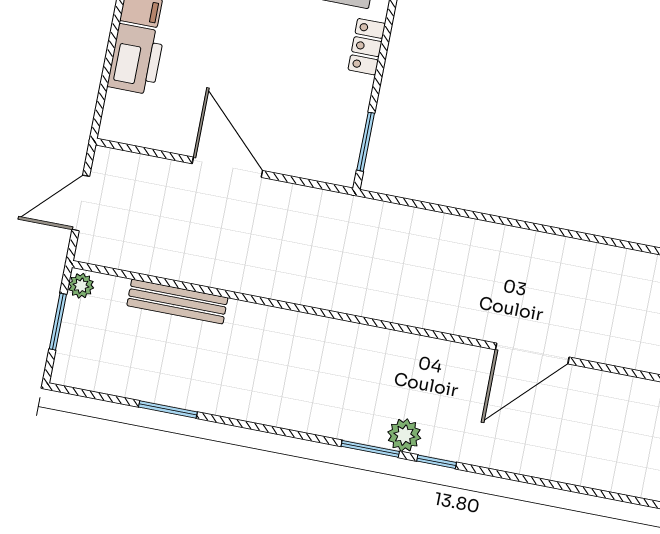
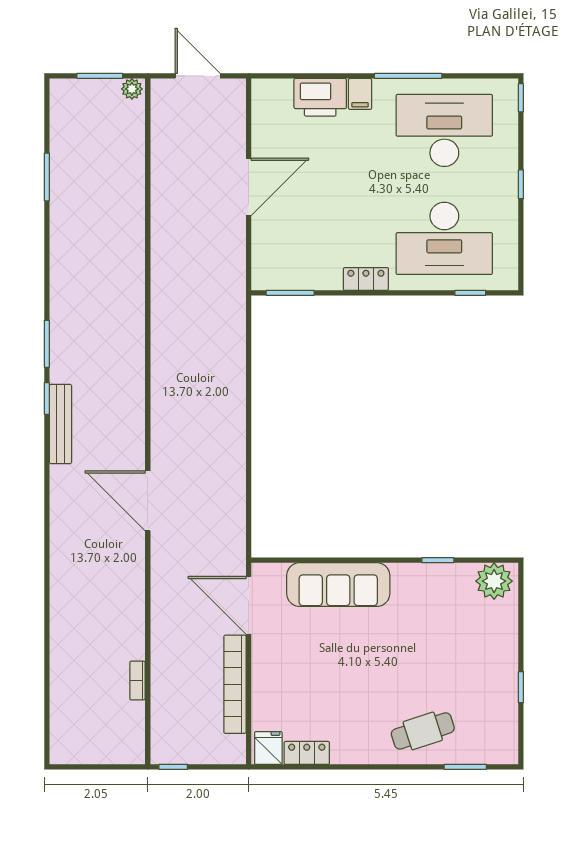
bench: (177, 302) -> (60, 424), moved
door: (532, 353) -> (148, 501), moved
plant: (404, 435) -> (63, 369), removed

